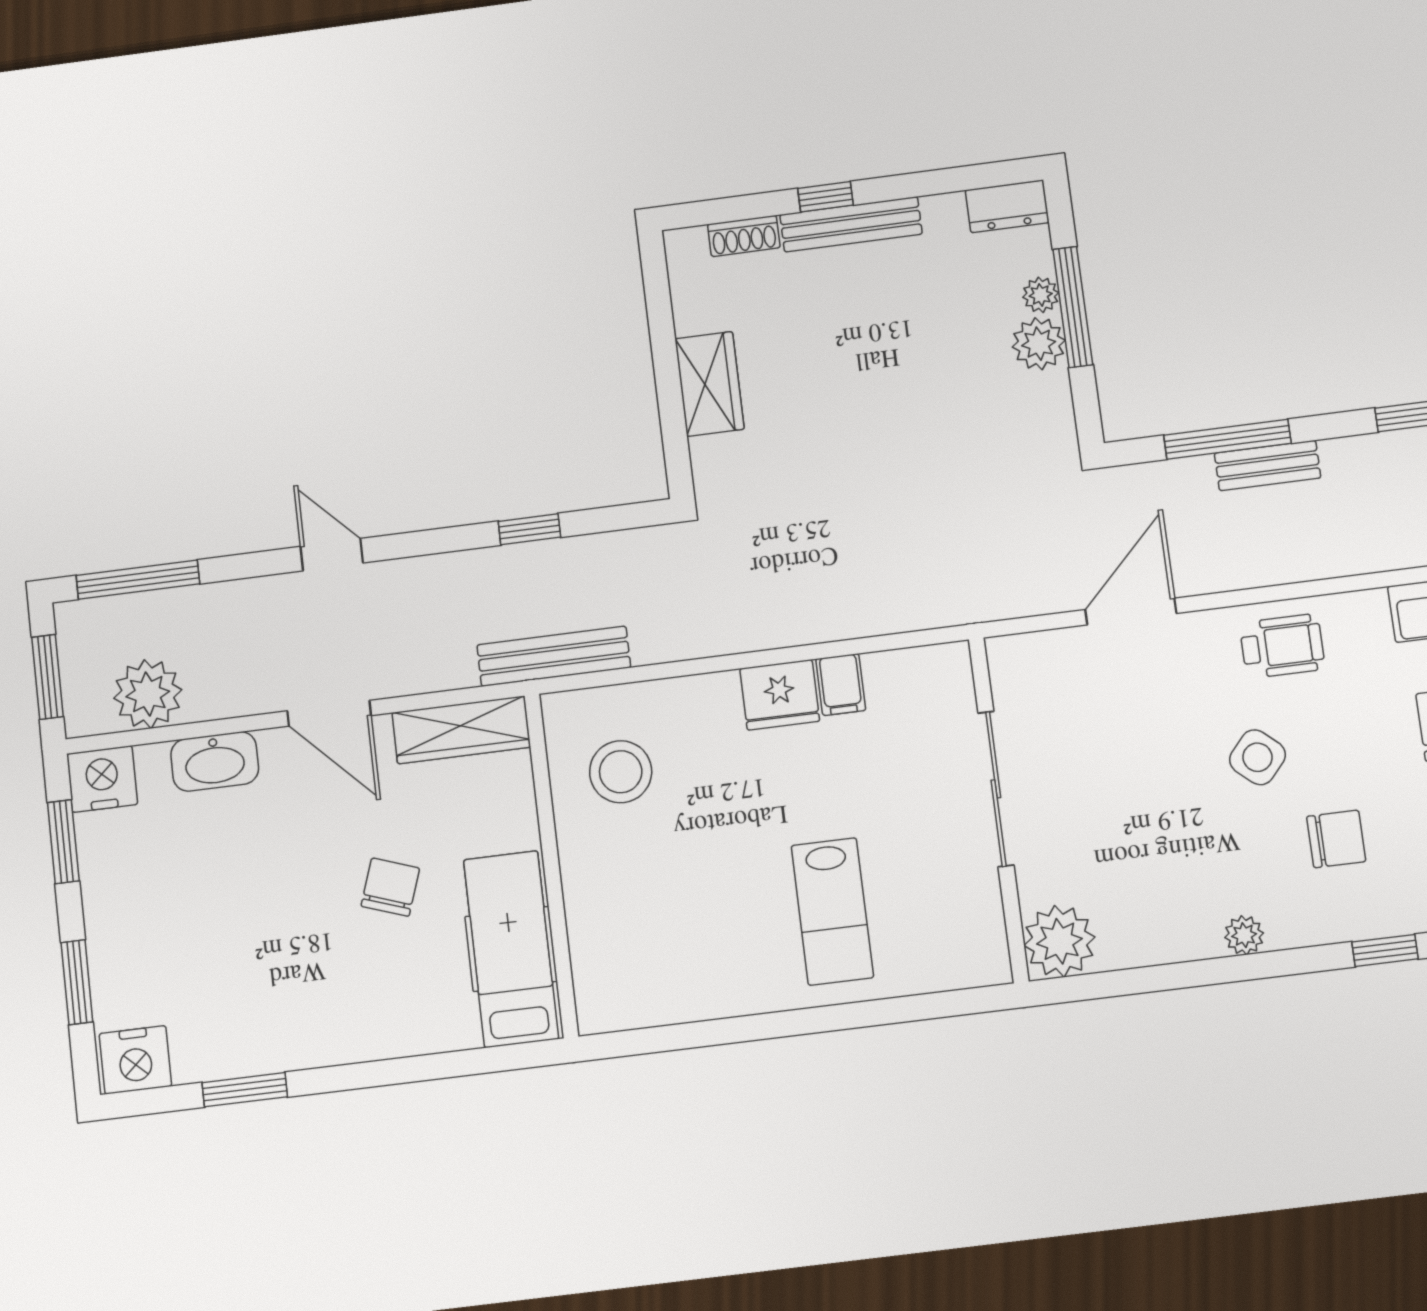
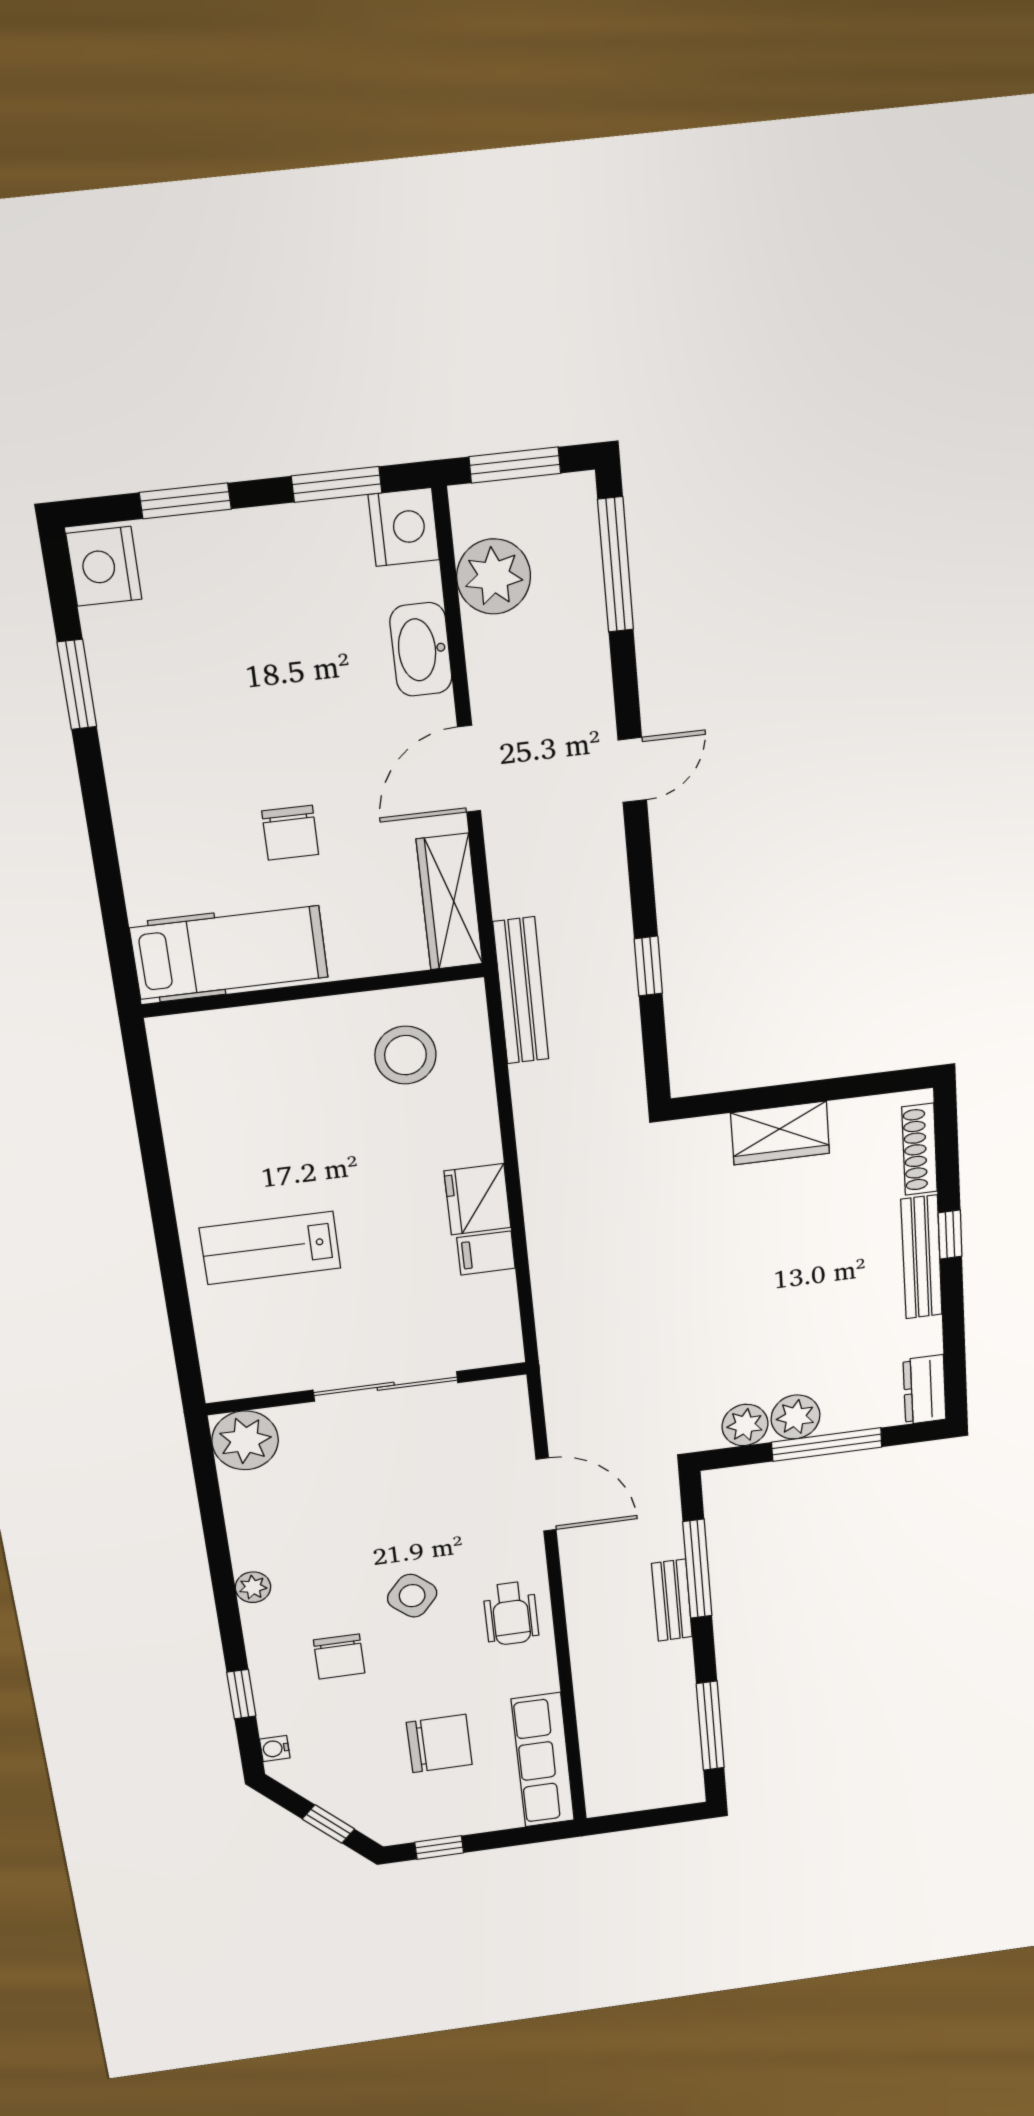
shoe rack: (744, 236) -> (920, 1149), width x1.43
plant: (1041, 295) -> (745, 1425), moved, width x1.38, depth x1.38
chair: (390, 887) -> (290, 833), turned 71

